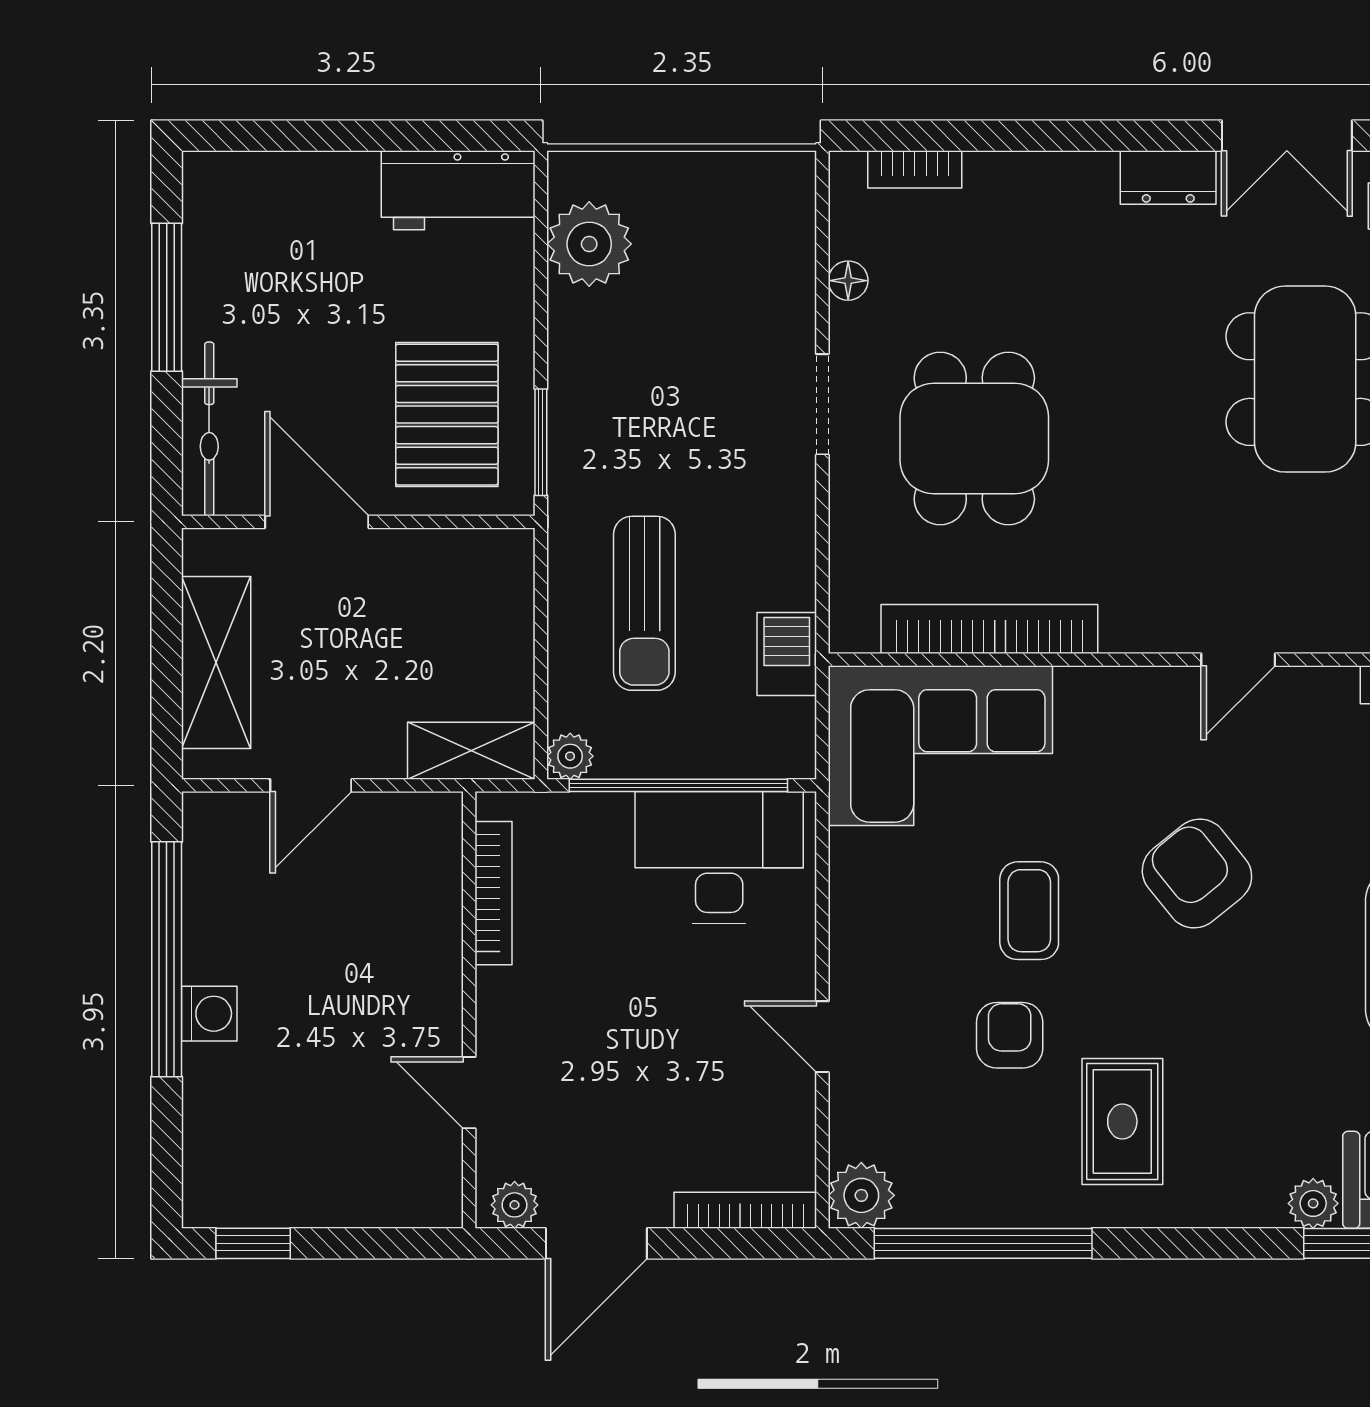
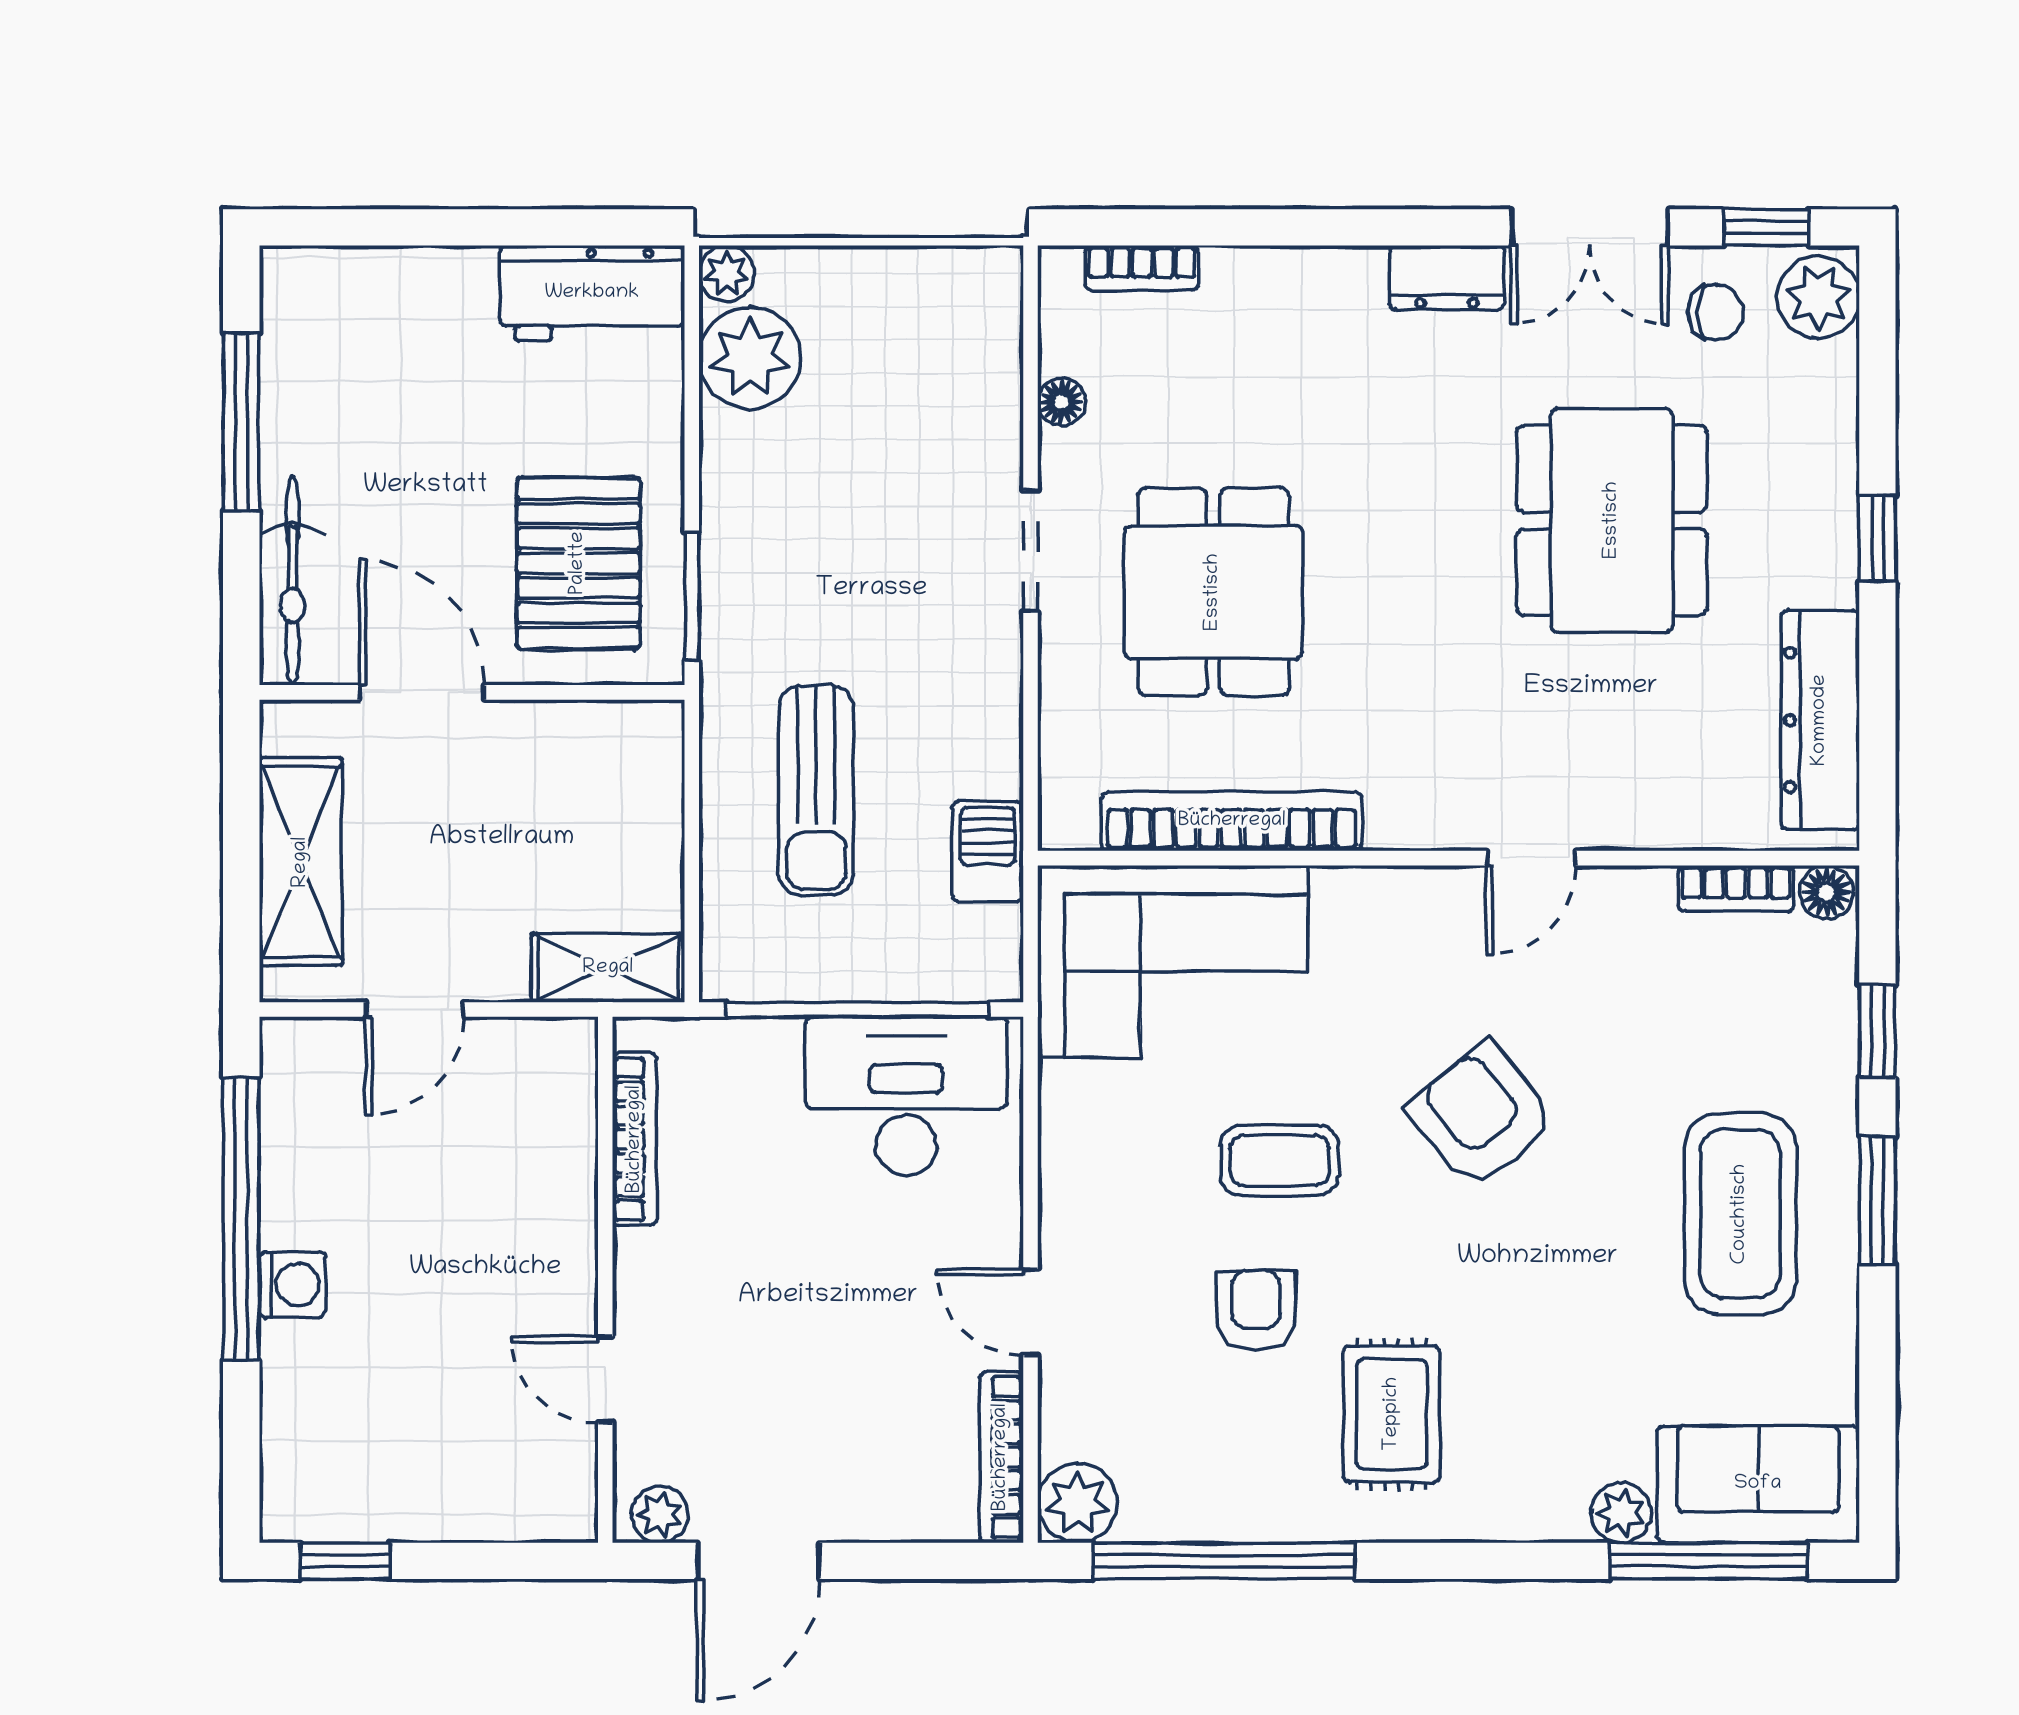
plant: (570, 756) -> (727, 273), moved
coffee table: (1029, 911) -> (1280, 1160), turned 90
bookcase: (745, 1210) -> (1001, 1457), moved, turned -90

